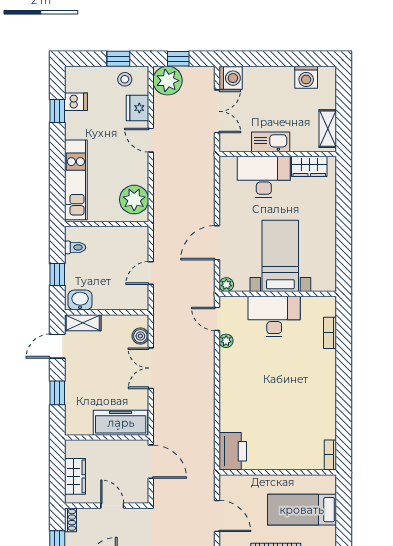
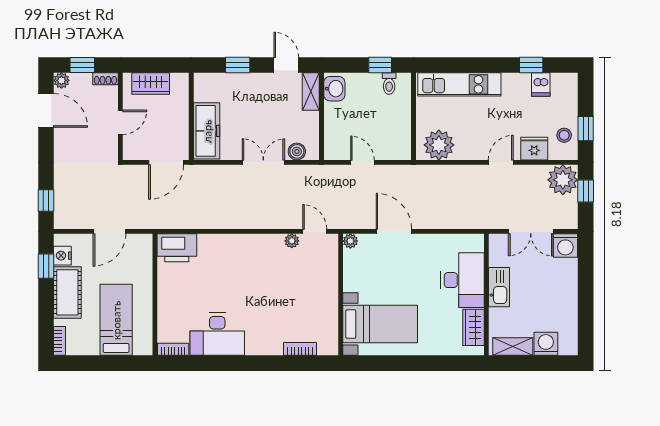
washing machine: (306, 77) -> (546, 344), moved, turned 90
bed with nightstands: (280, 256) -> (380, 324), moved
window: (57, 274) -> (380, 65), moved
desk: (274, 317) -> (217, 334), moved, turned 90
door: (217, 319) -> (315, 231), hinge flipped

